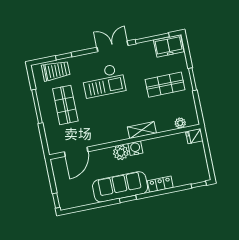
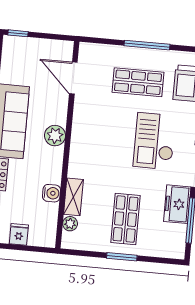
freezer: (169, 46) -> (177, 204), moved
shelving: (142, 130) -> (73, 197), moved
fridge: (194, 136) -> (19, 234), moved
water cooler: (135, 148) -> (52, 193), moved

